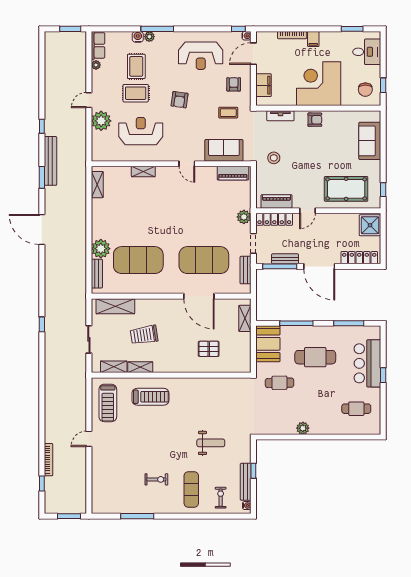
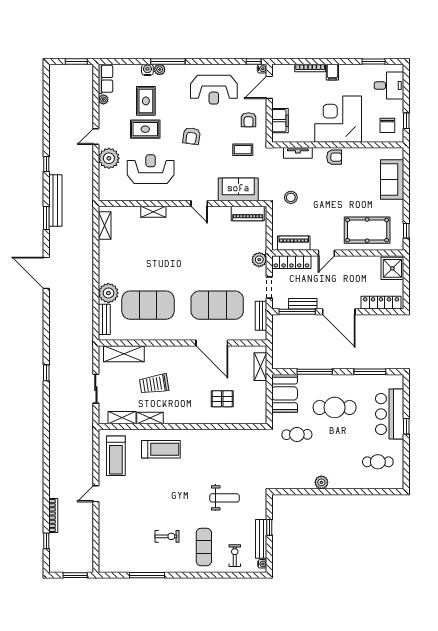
armchair: (234, 84) -> (249, 120), turned 180

